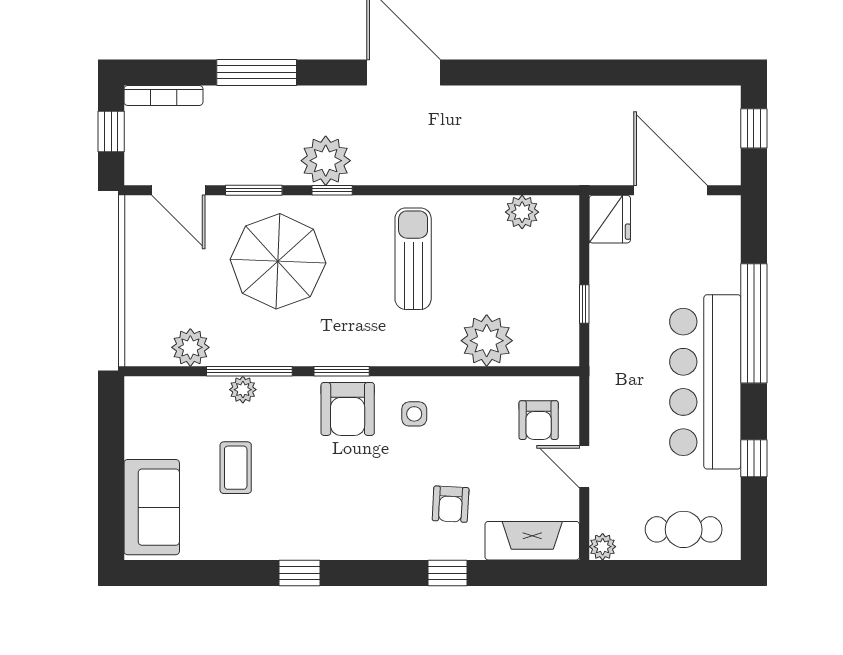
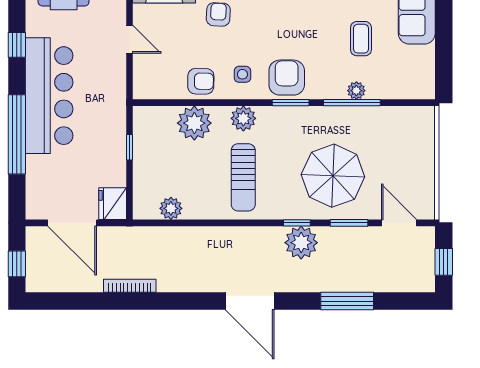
bookcase: (163, 95) -> (130, 286), moved
plant: (190, 347) -> (243, 118), moved
armchair: (539, 420) -> (201, 81), moved, turned 91

